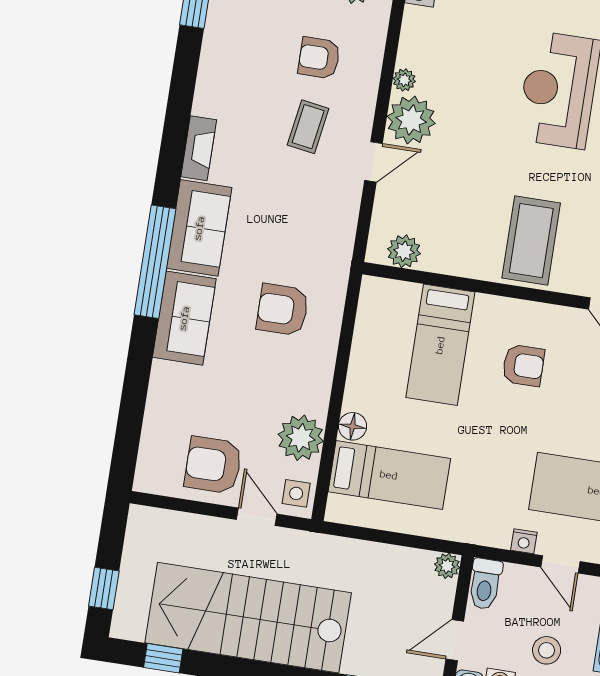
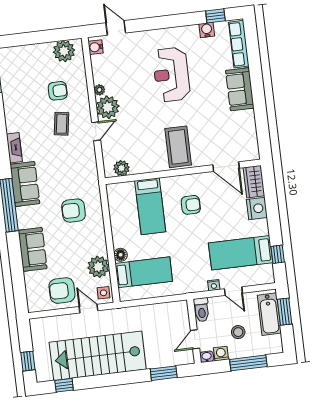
armchair: (319, 58) -> (58, 91), turned 180
sofa: (184, 318) -> (32, 249), moved
plant: (447, 566) -> (182, 306), removed

